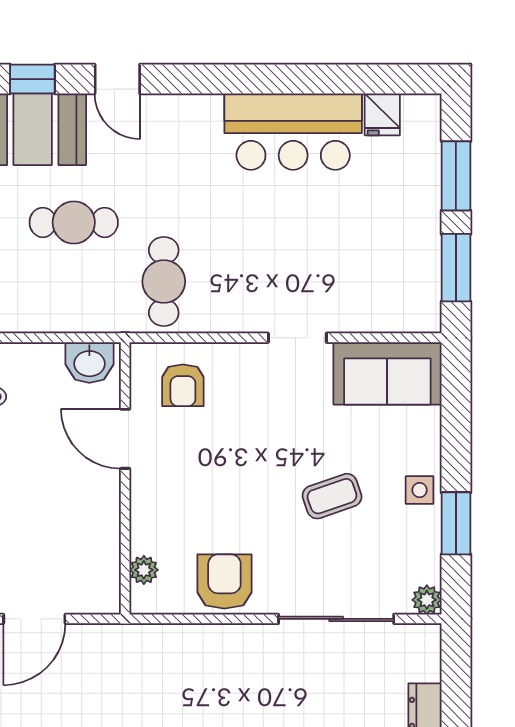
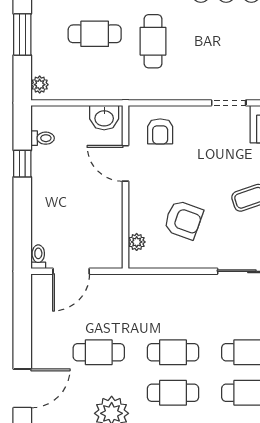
cafe table: (164, 281) -> (153, 41), moved
armchair: (224, 581) -> (183, 220), moved, turned 110

